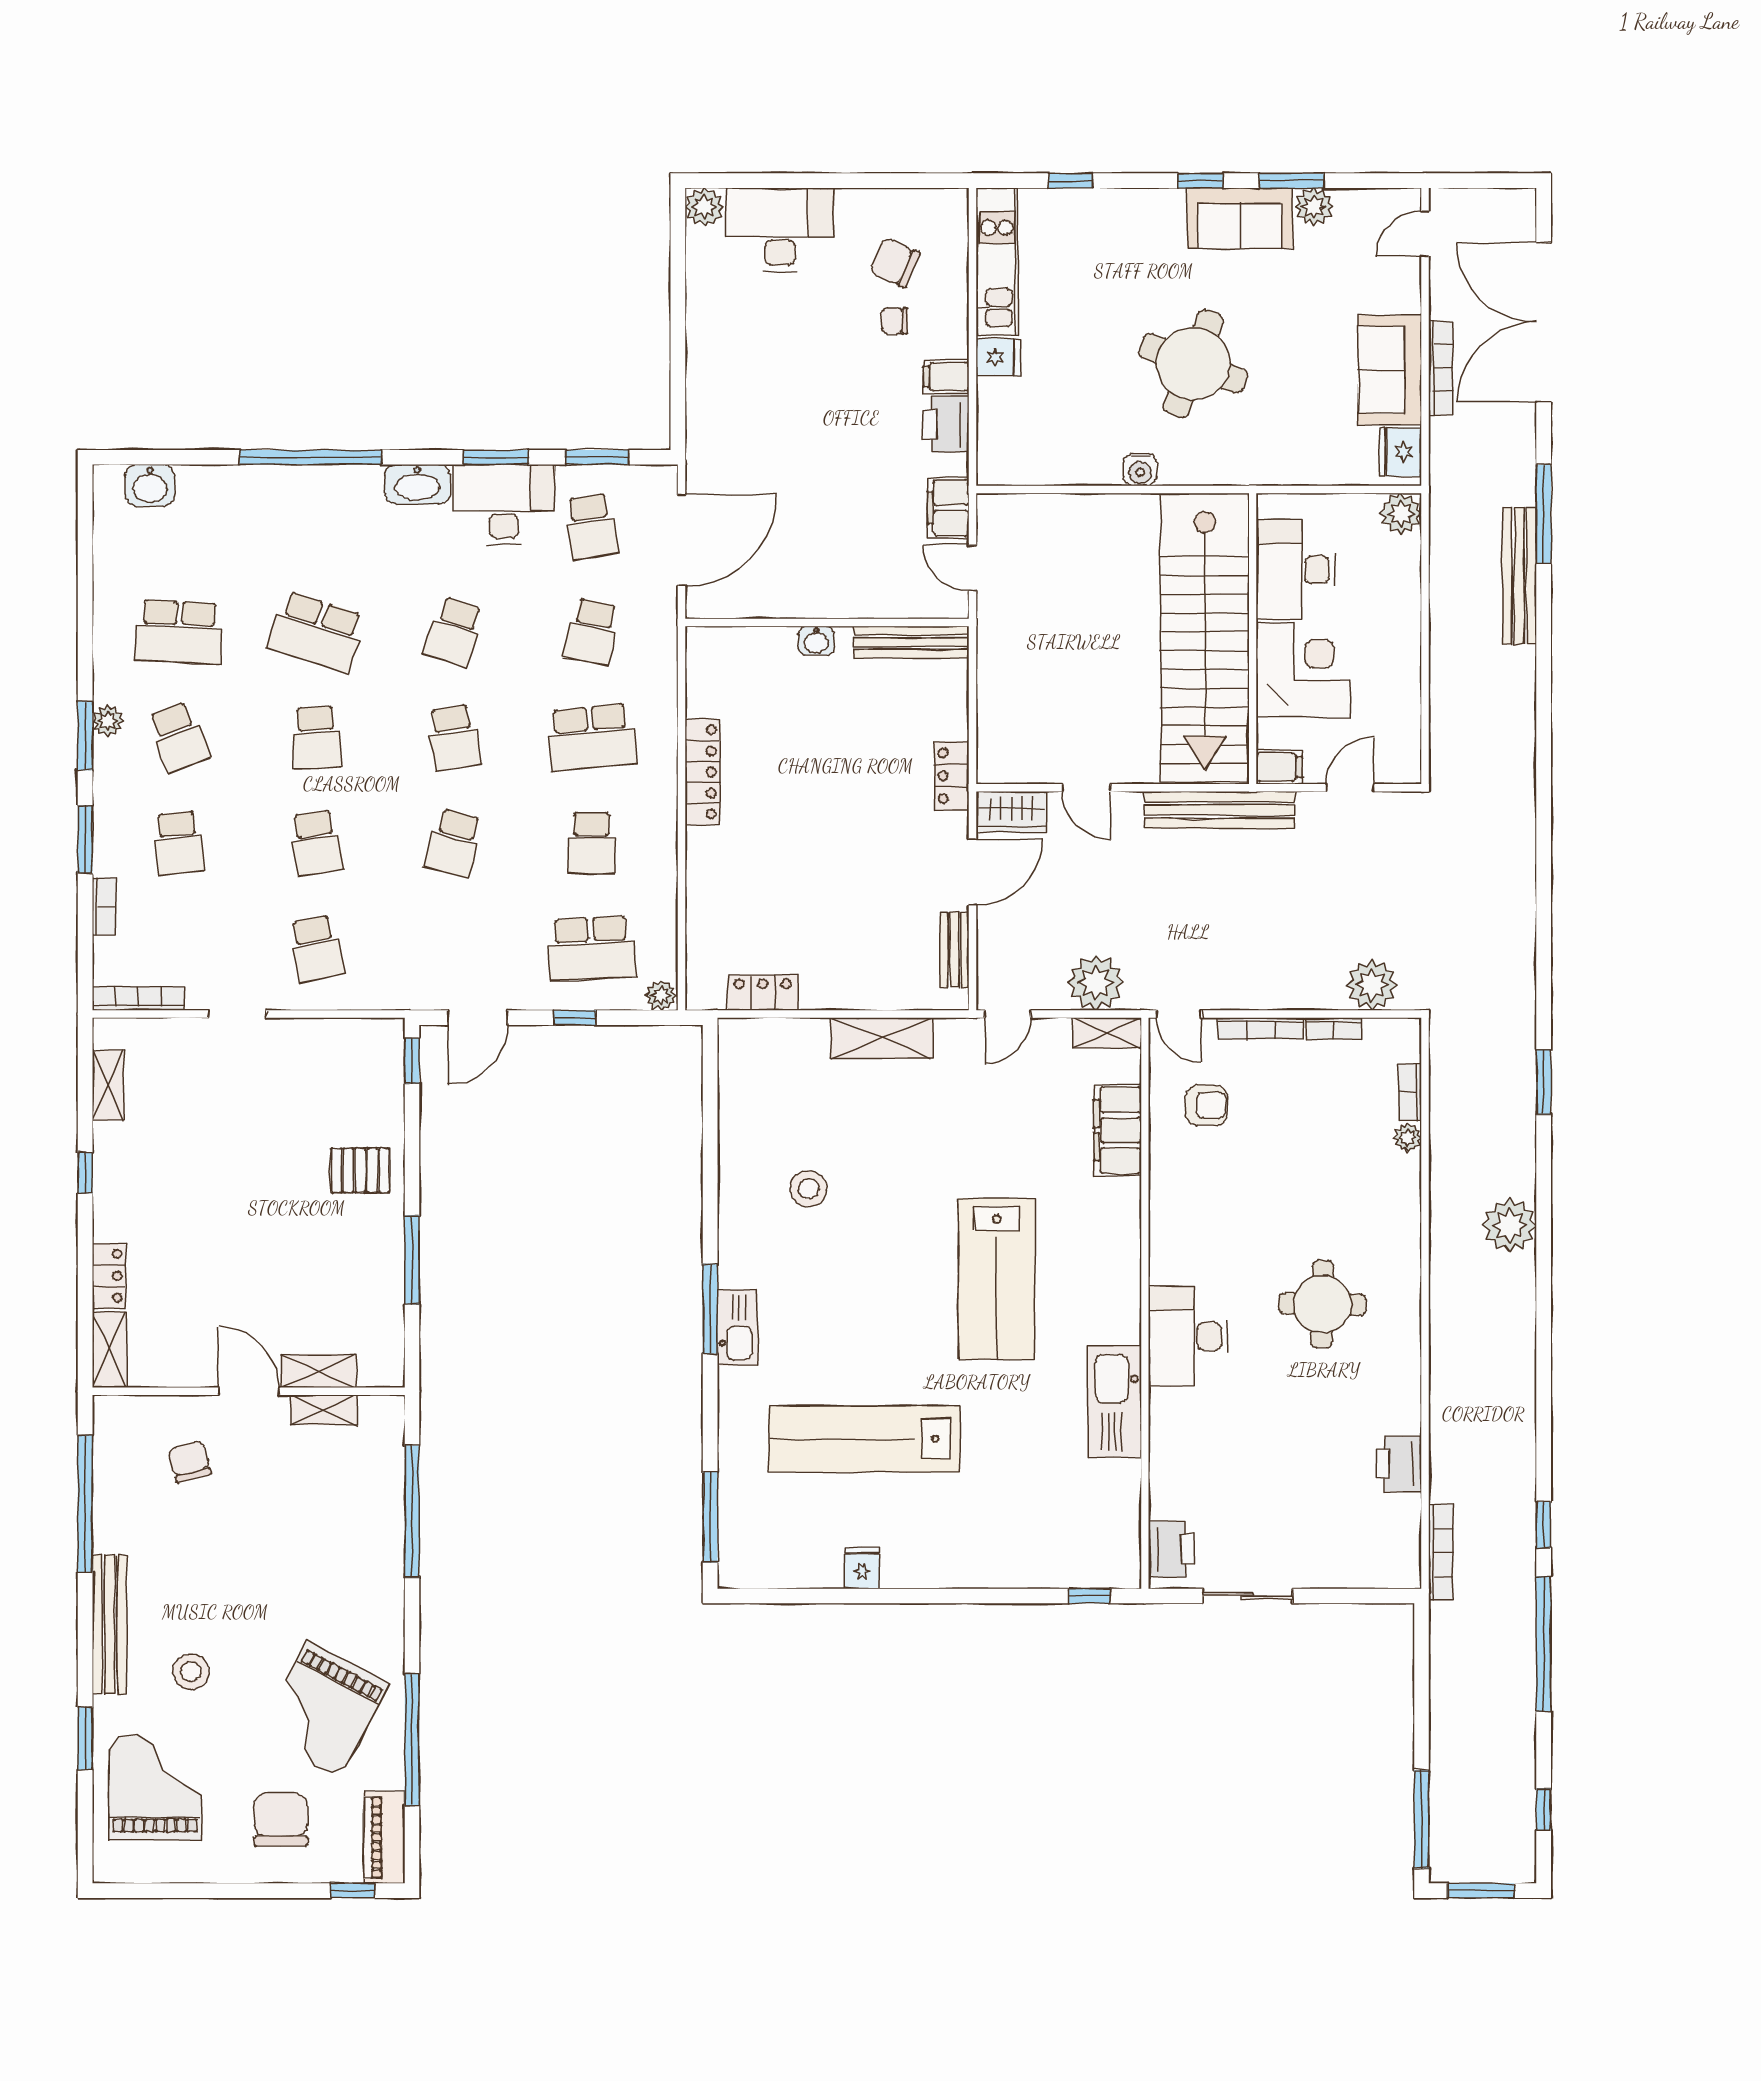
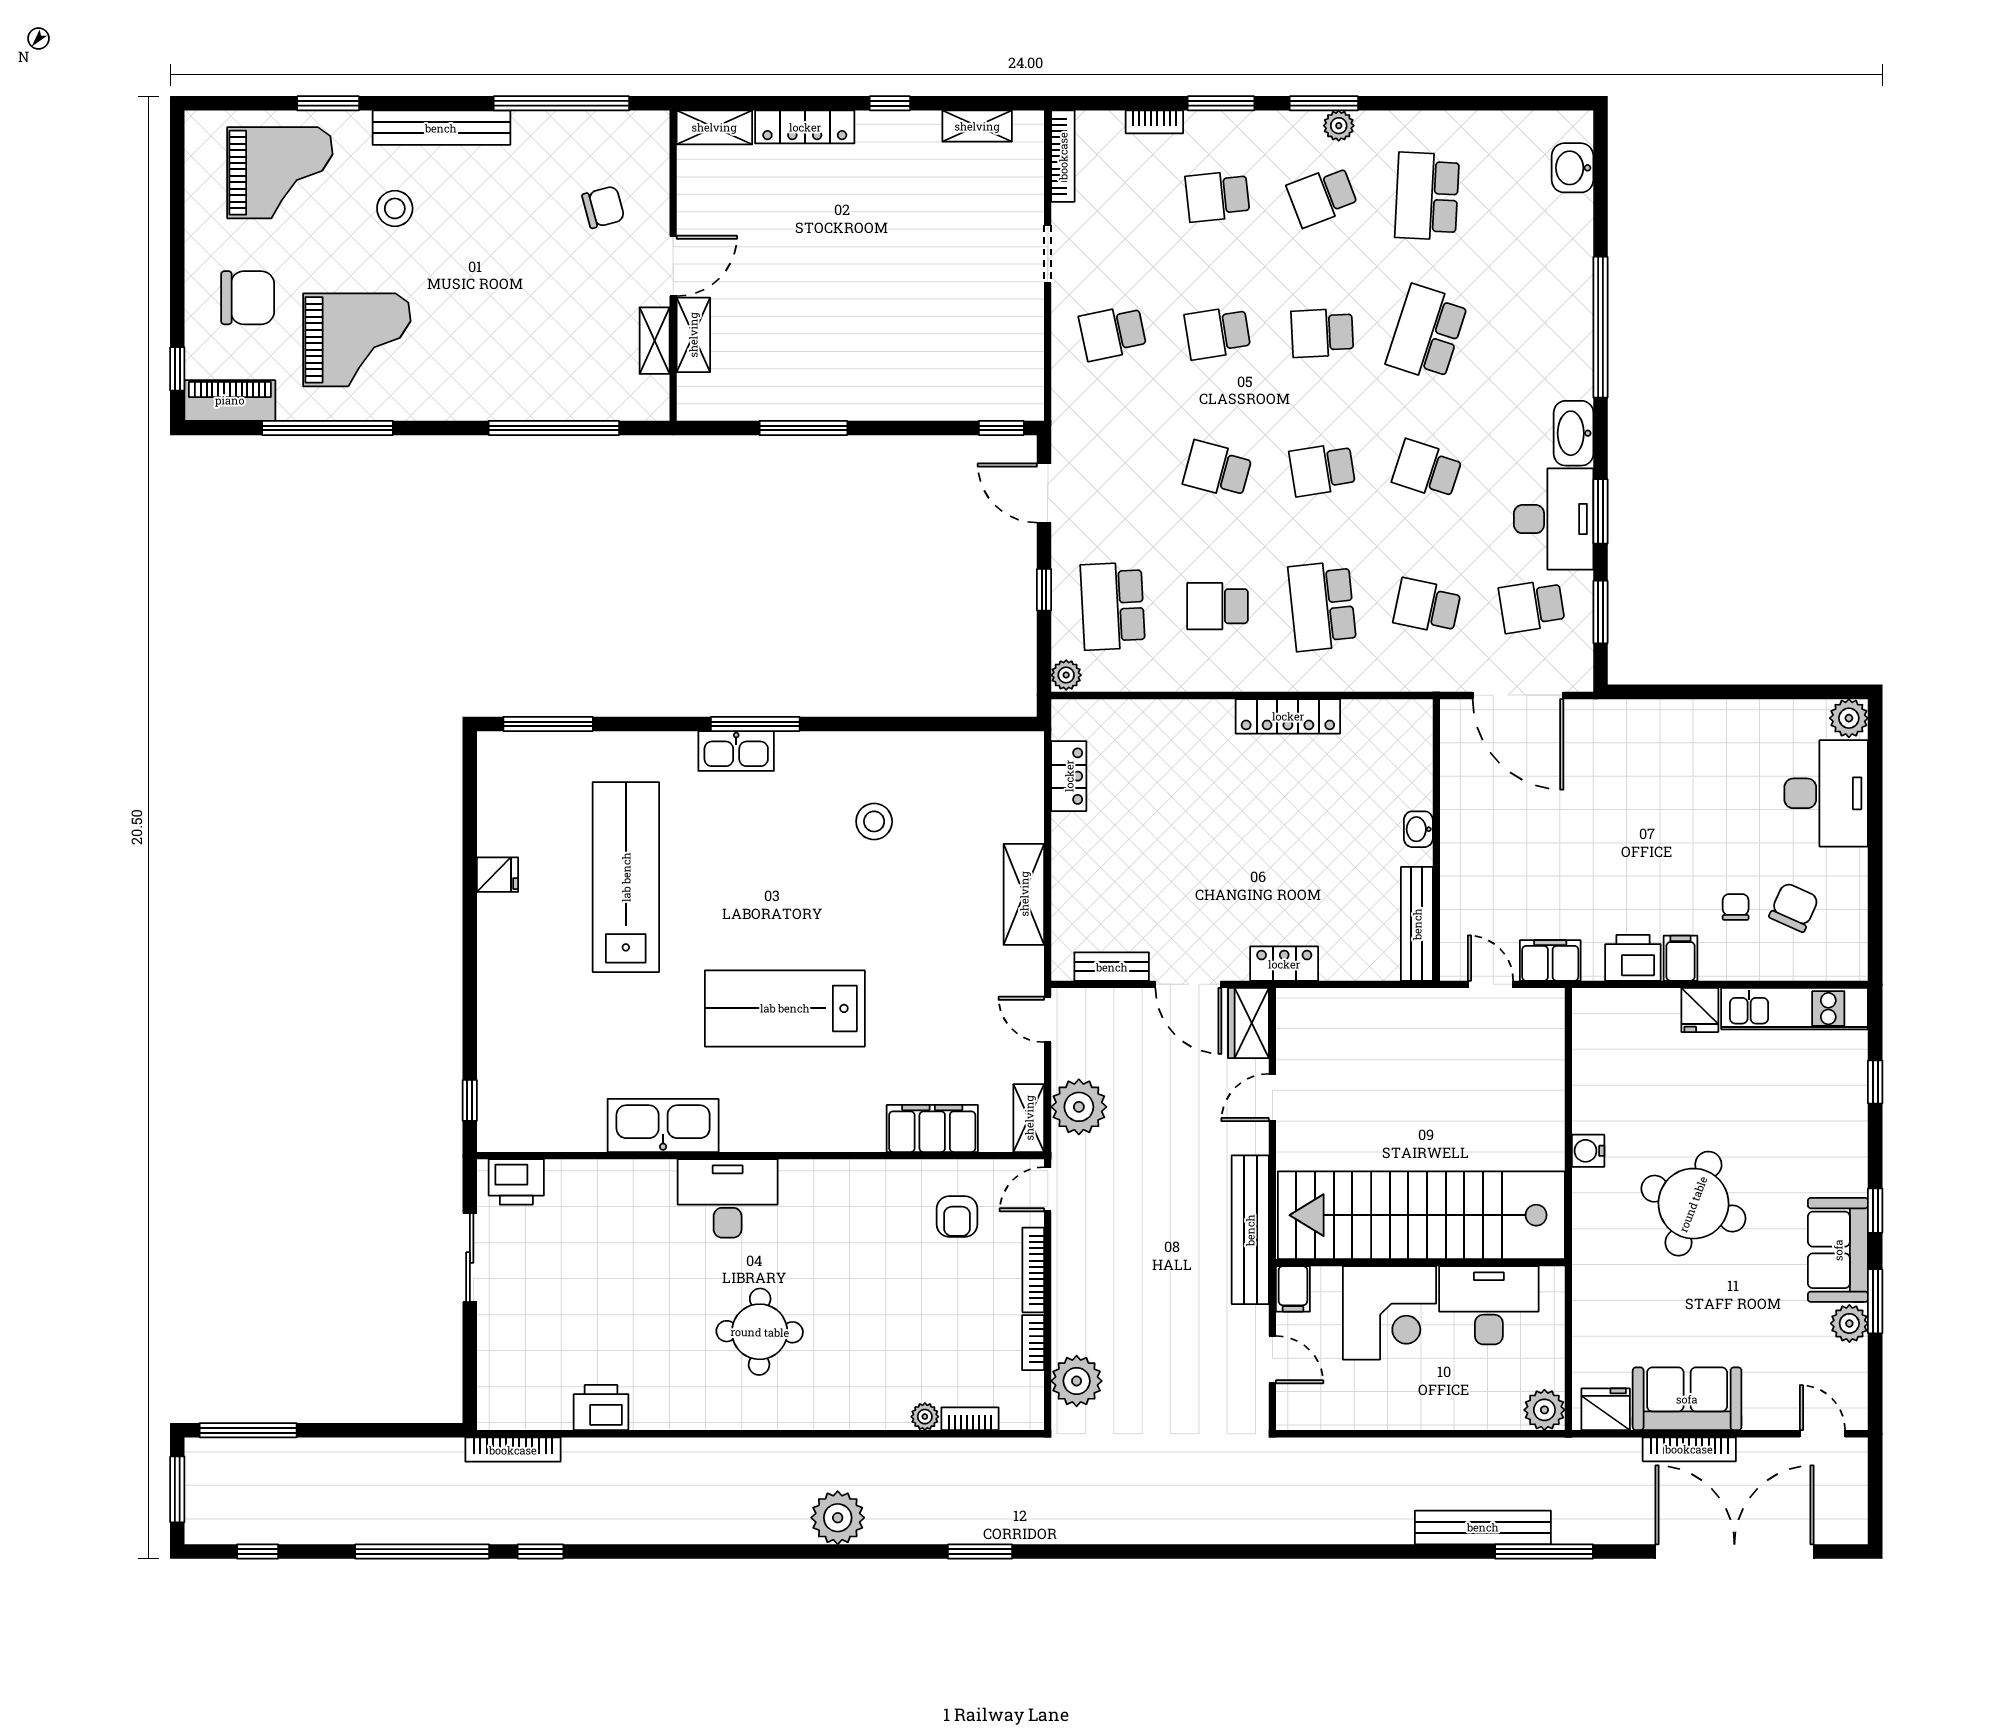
door: (972, 568) -> (1491, 984), hinge flipped
pallet: (360, 1170) -> (892, 377), removed
locker: (109, 1276) -> (805, 127), width x1.53
grand piano: (323, 1710) -> (357, 340), turned 152

